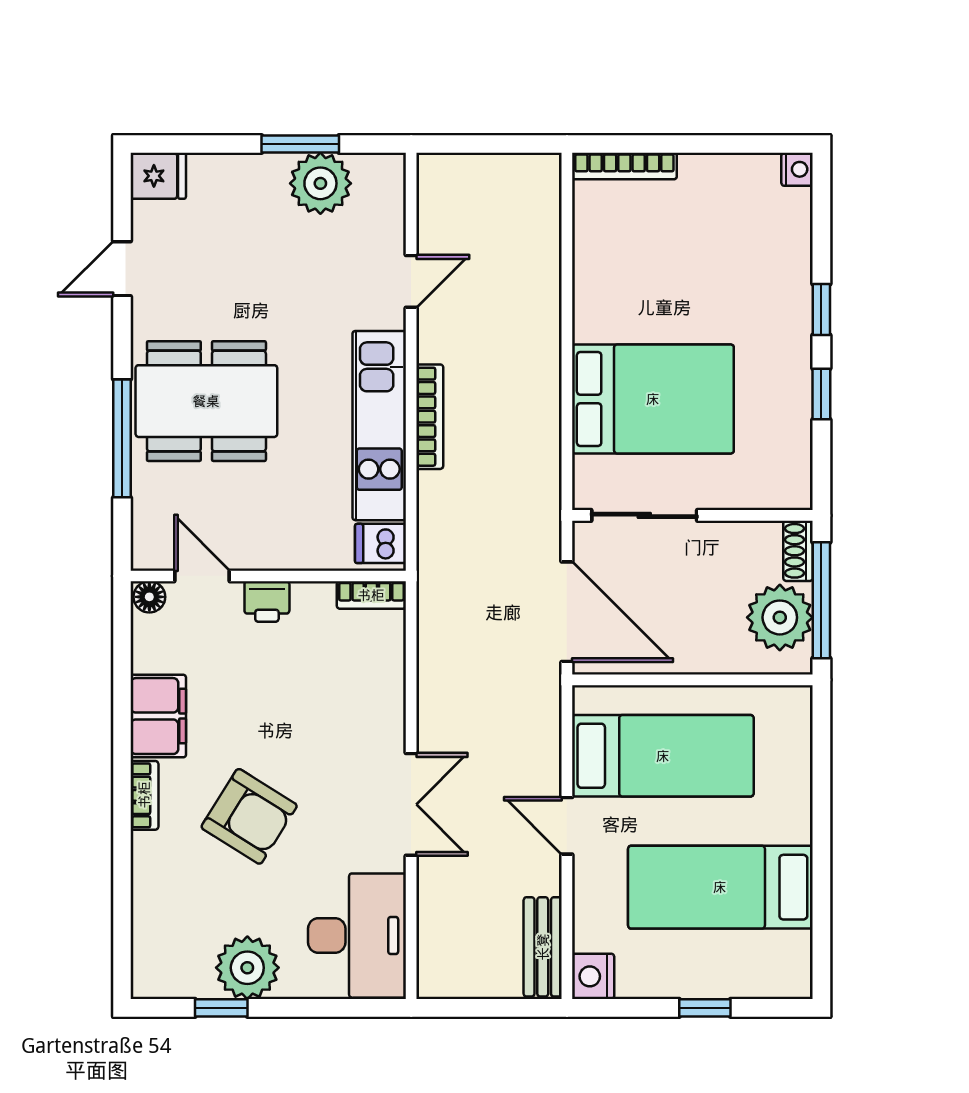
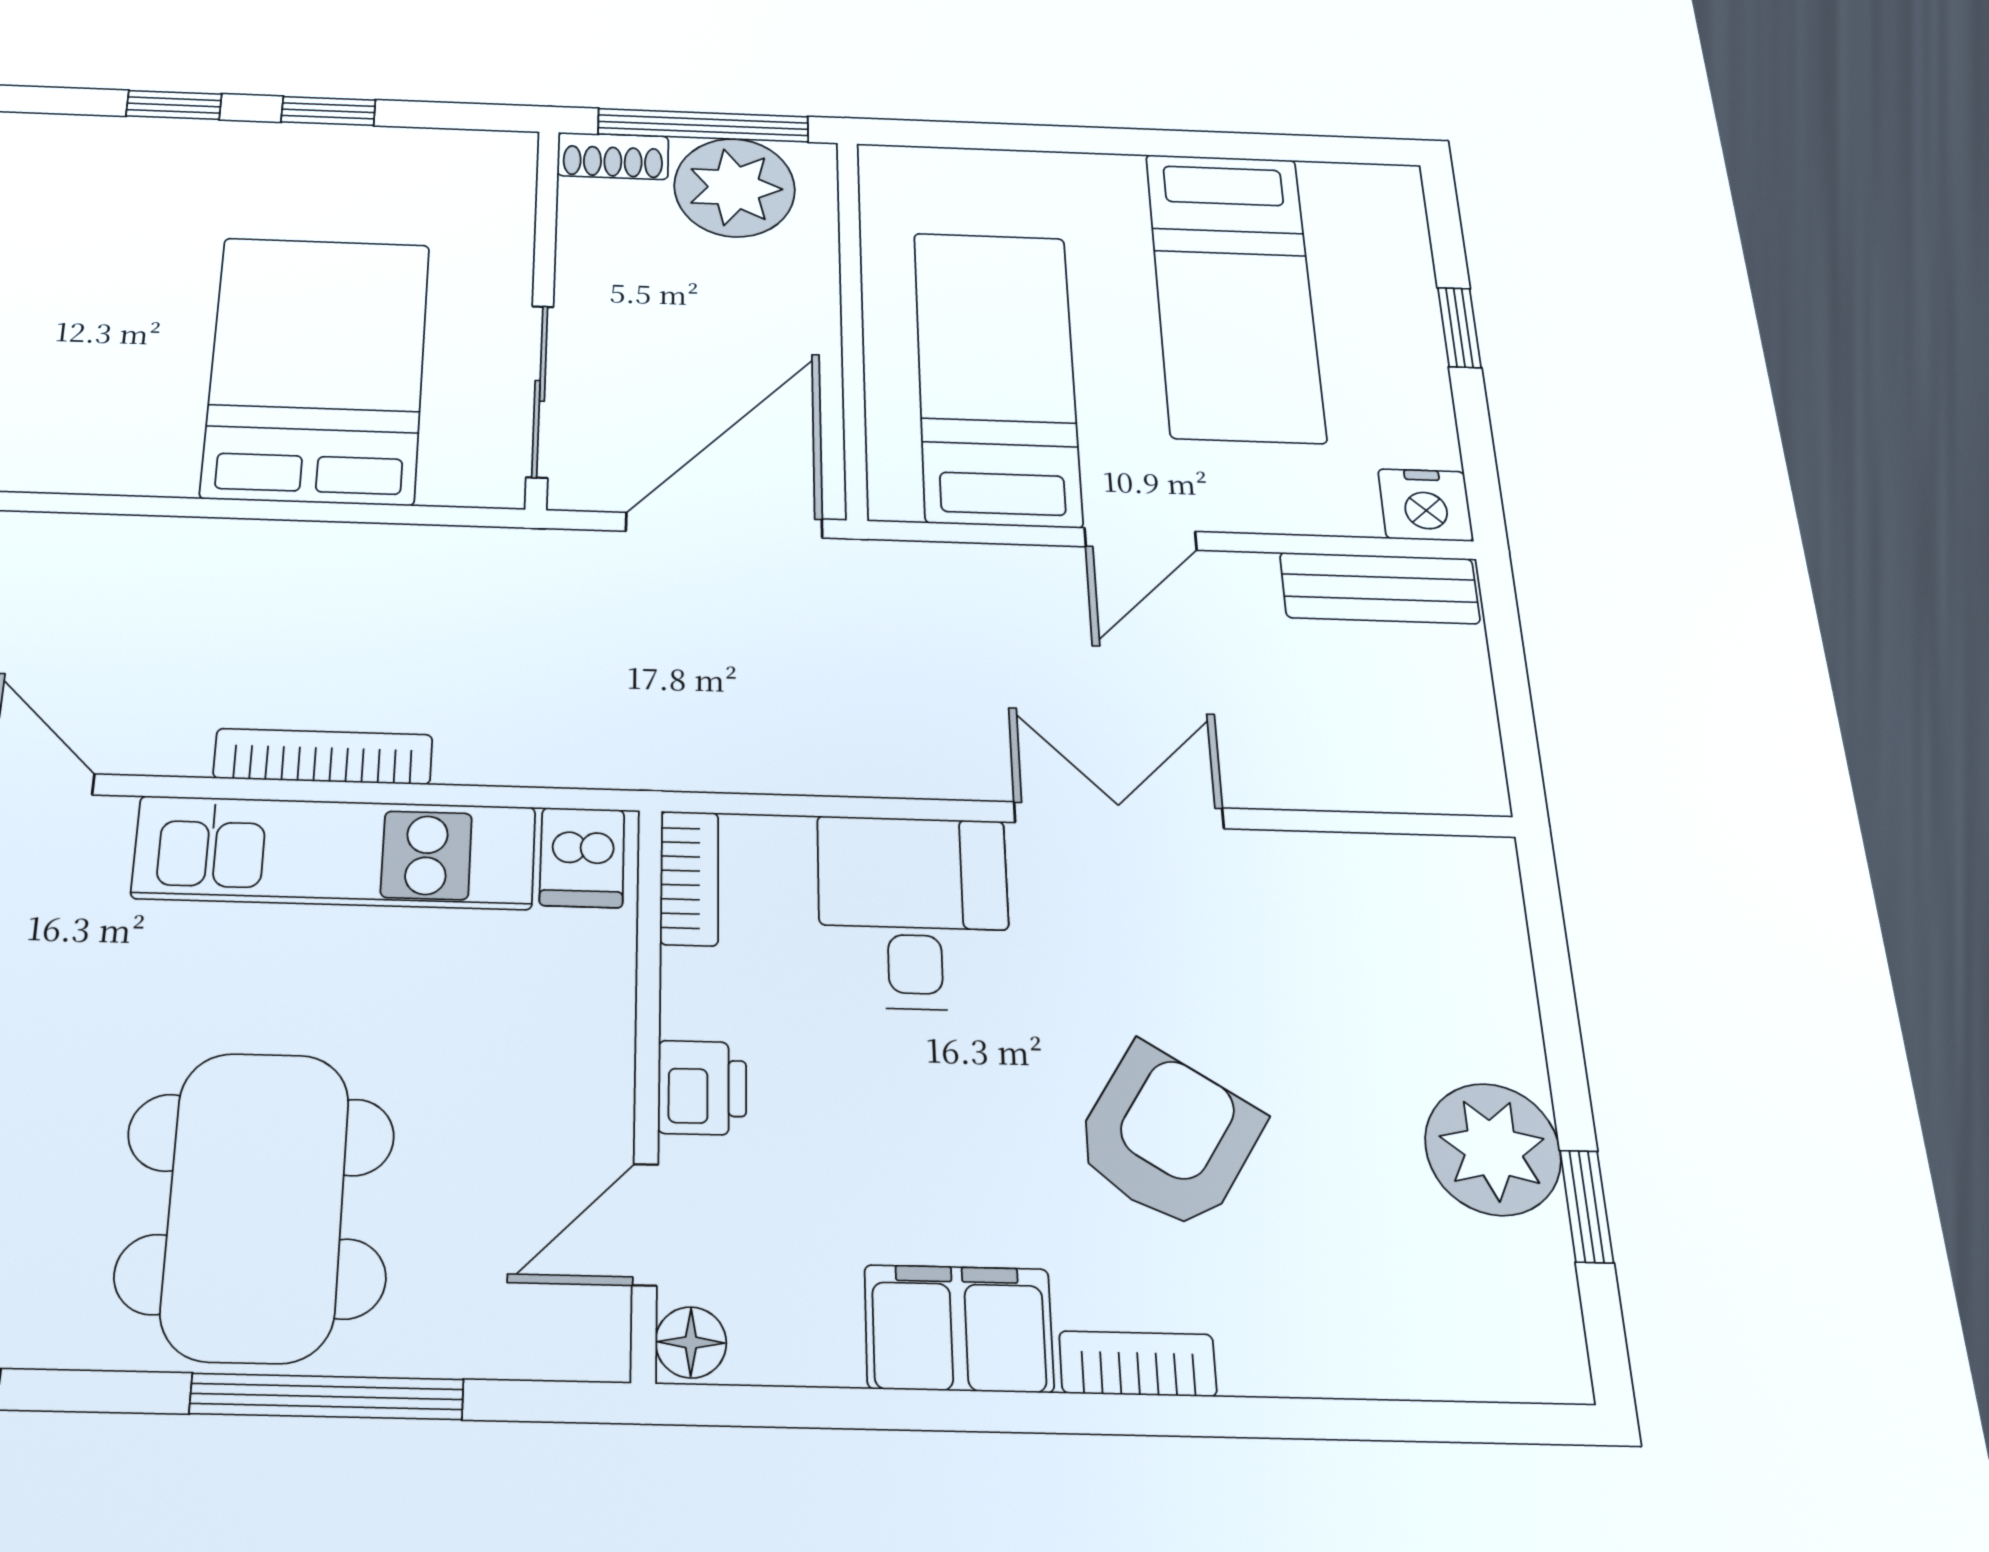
desk: (357, 936) -> (914, 912), moved, width x0.73

